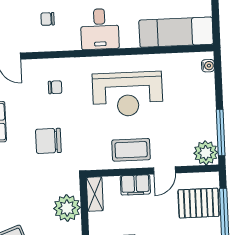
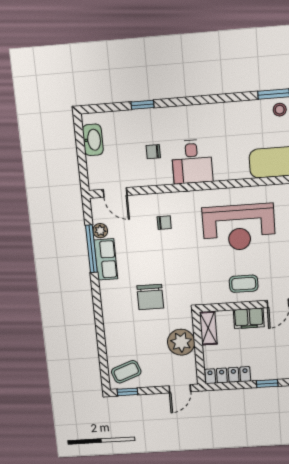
desk: (100, 29) -> (192, 162), moved
chair: (48, 141) -> (150, 297), moved, turned -90
coffee table: (131, 150) -> (244, 284), width x0.73, depth x0.77

